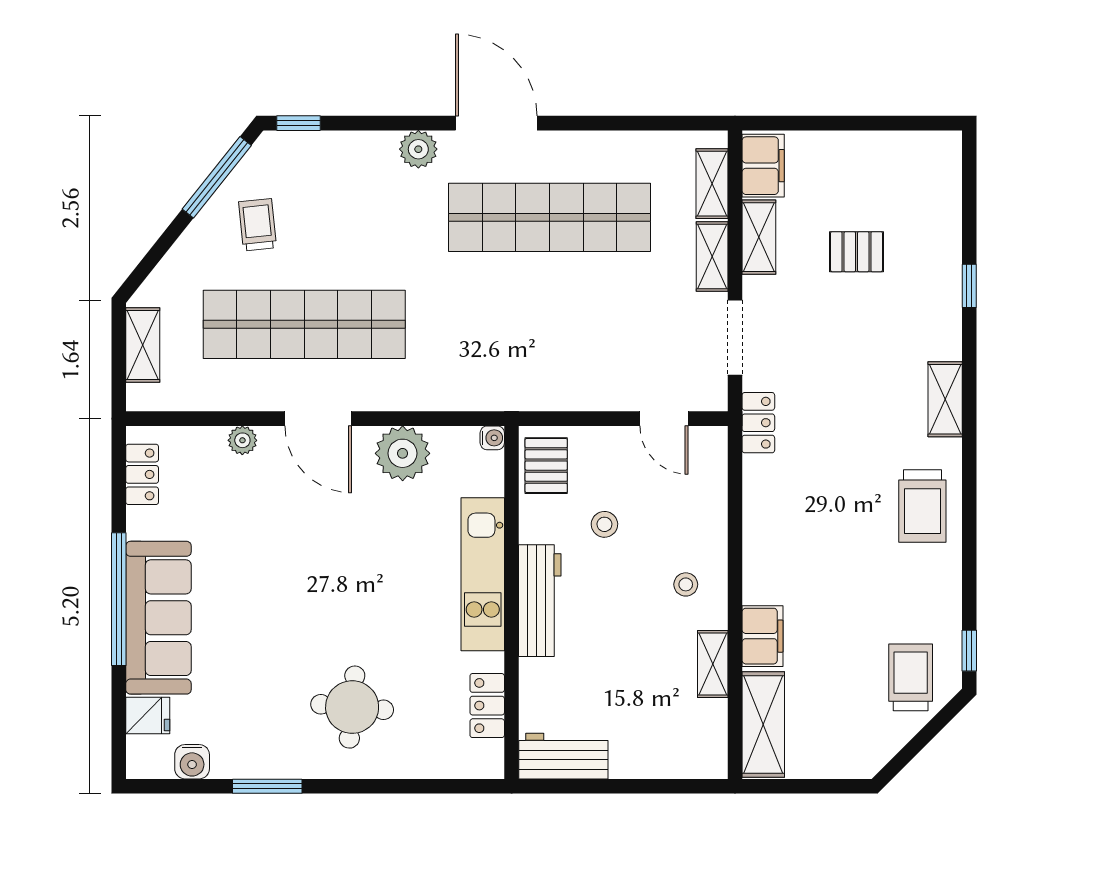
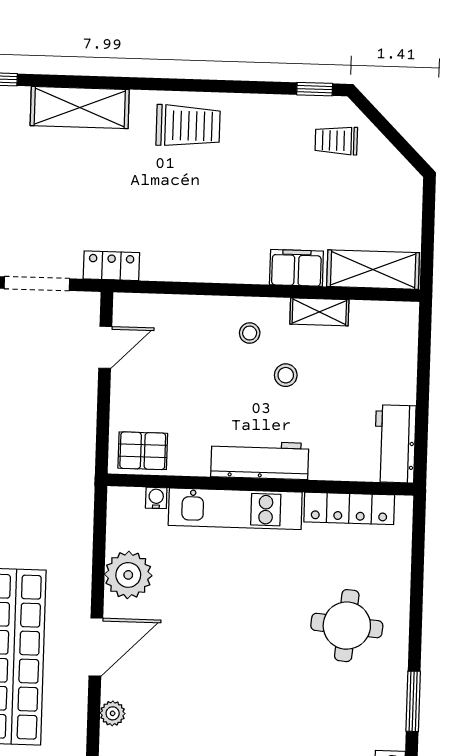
shelving: (945, 399) -> (80, 108), width x1.50, depth x1.33
water cooler: (492, 438) -> (156, 498), moved
stool: (604, 524) -> (286, 375), moved
trolley: (911, 677) -> (336, 141), width x0.73, depth x0.72
locker: (487, 706) -> (349, 508), width x1.53

